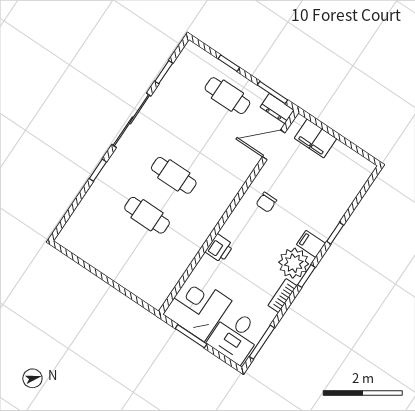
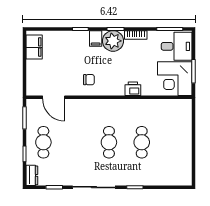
dresser: (277, 109) -> (32, 175), moved
filing cabinet: (316, 138) -> (34, 47), moved

